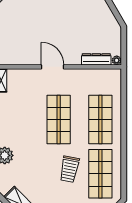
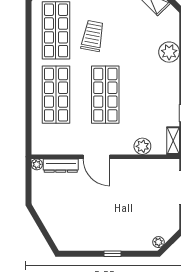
door: (53, 67) -> (96, 157), moved
plant: (27, 76) -> (142, 146), added

